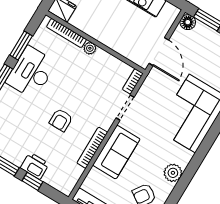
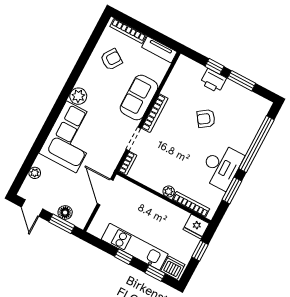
floor lamp: (188, 22) -> (65, 213), moved
armchair: (61, 120) -> (206, 119), moved, turned -125
bookcase: (92, 148) -> (155, 113), moved
plant: (173, 173) -> (78, 96), moved

